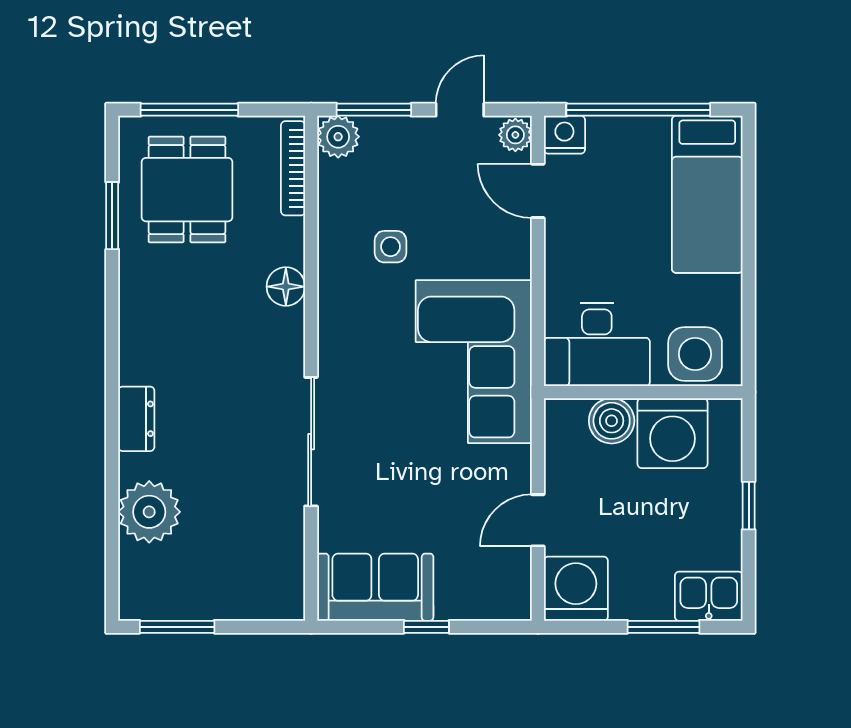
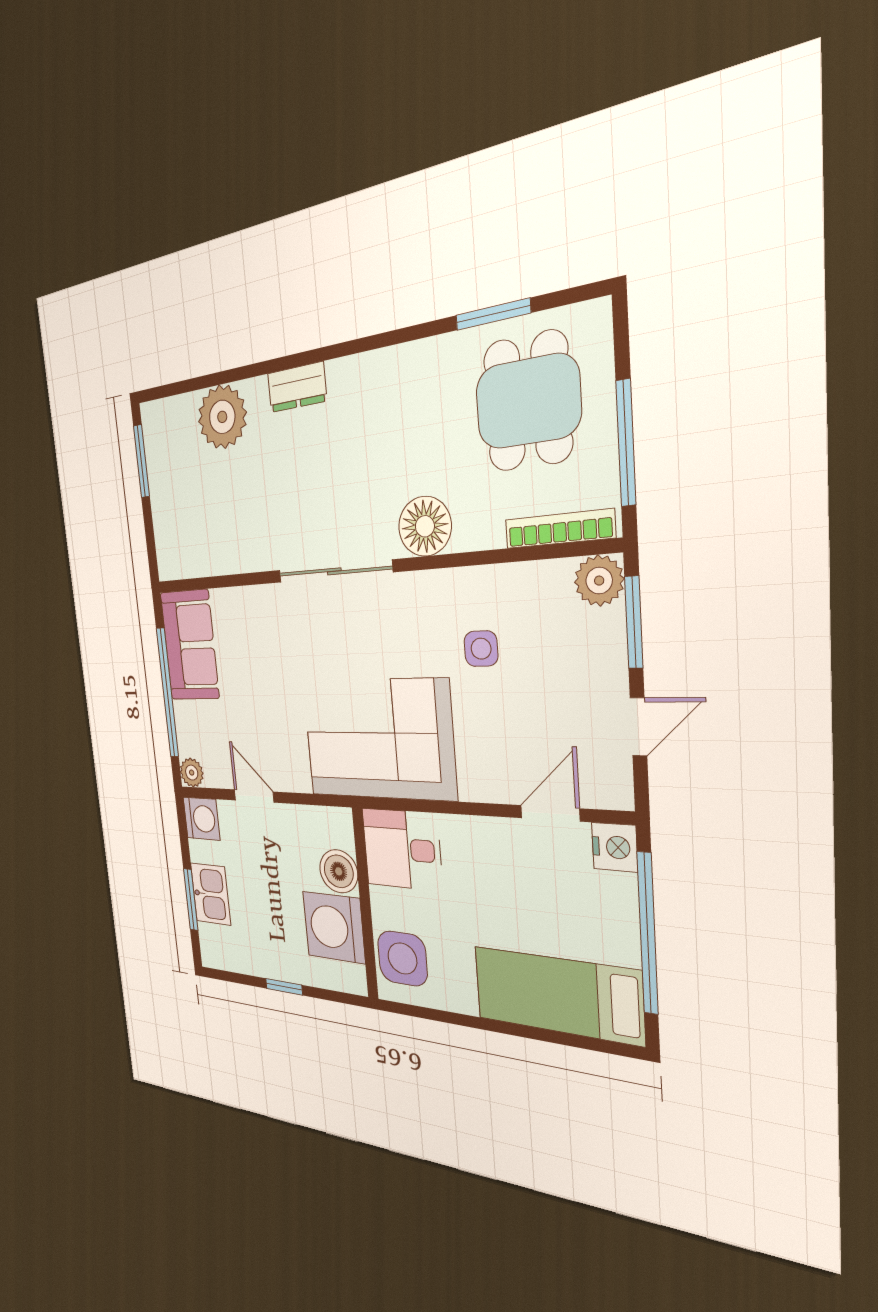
window: (189, 110) -> (626, 443), moved
door: (460, 110) -> (638, 727), hinge flipped
plant: (515, 135) -> (192, 773), moved
dining table: (187, 190) -> (528, 402), turned 90
floor lamp: (286, 287) -> (425, 526), width x1.38, depth x1.38
desk: (597, 344) -> (402, 849), width x0.73
sliding door: (311, 442) -> (334, 571), moved
washing machine: (576, 589) -> (201, 819), width x0.73, depth x0.73
kitchen sink: (709, 596) -> (211, 894), moved
window: (426, 627) -> (168, 693), width x3.17

